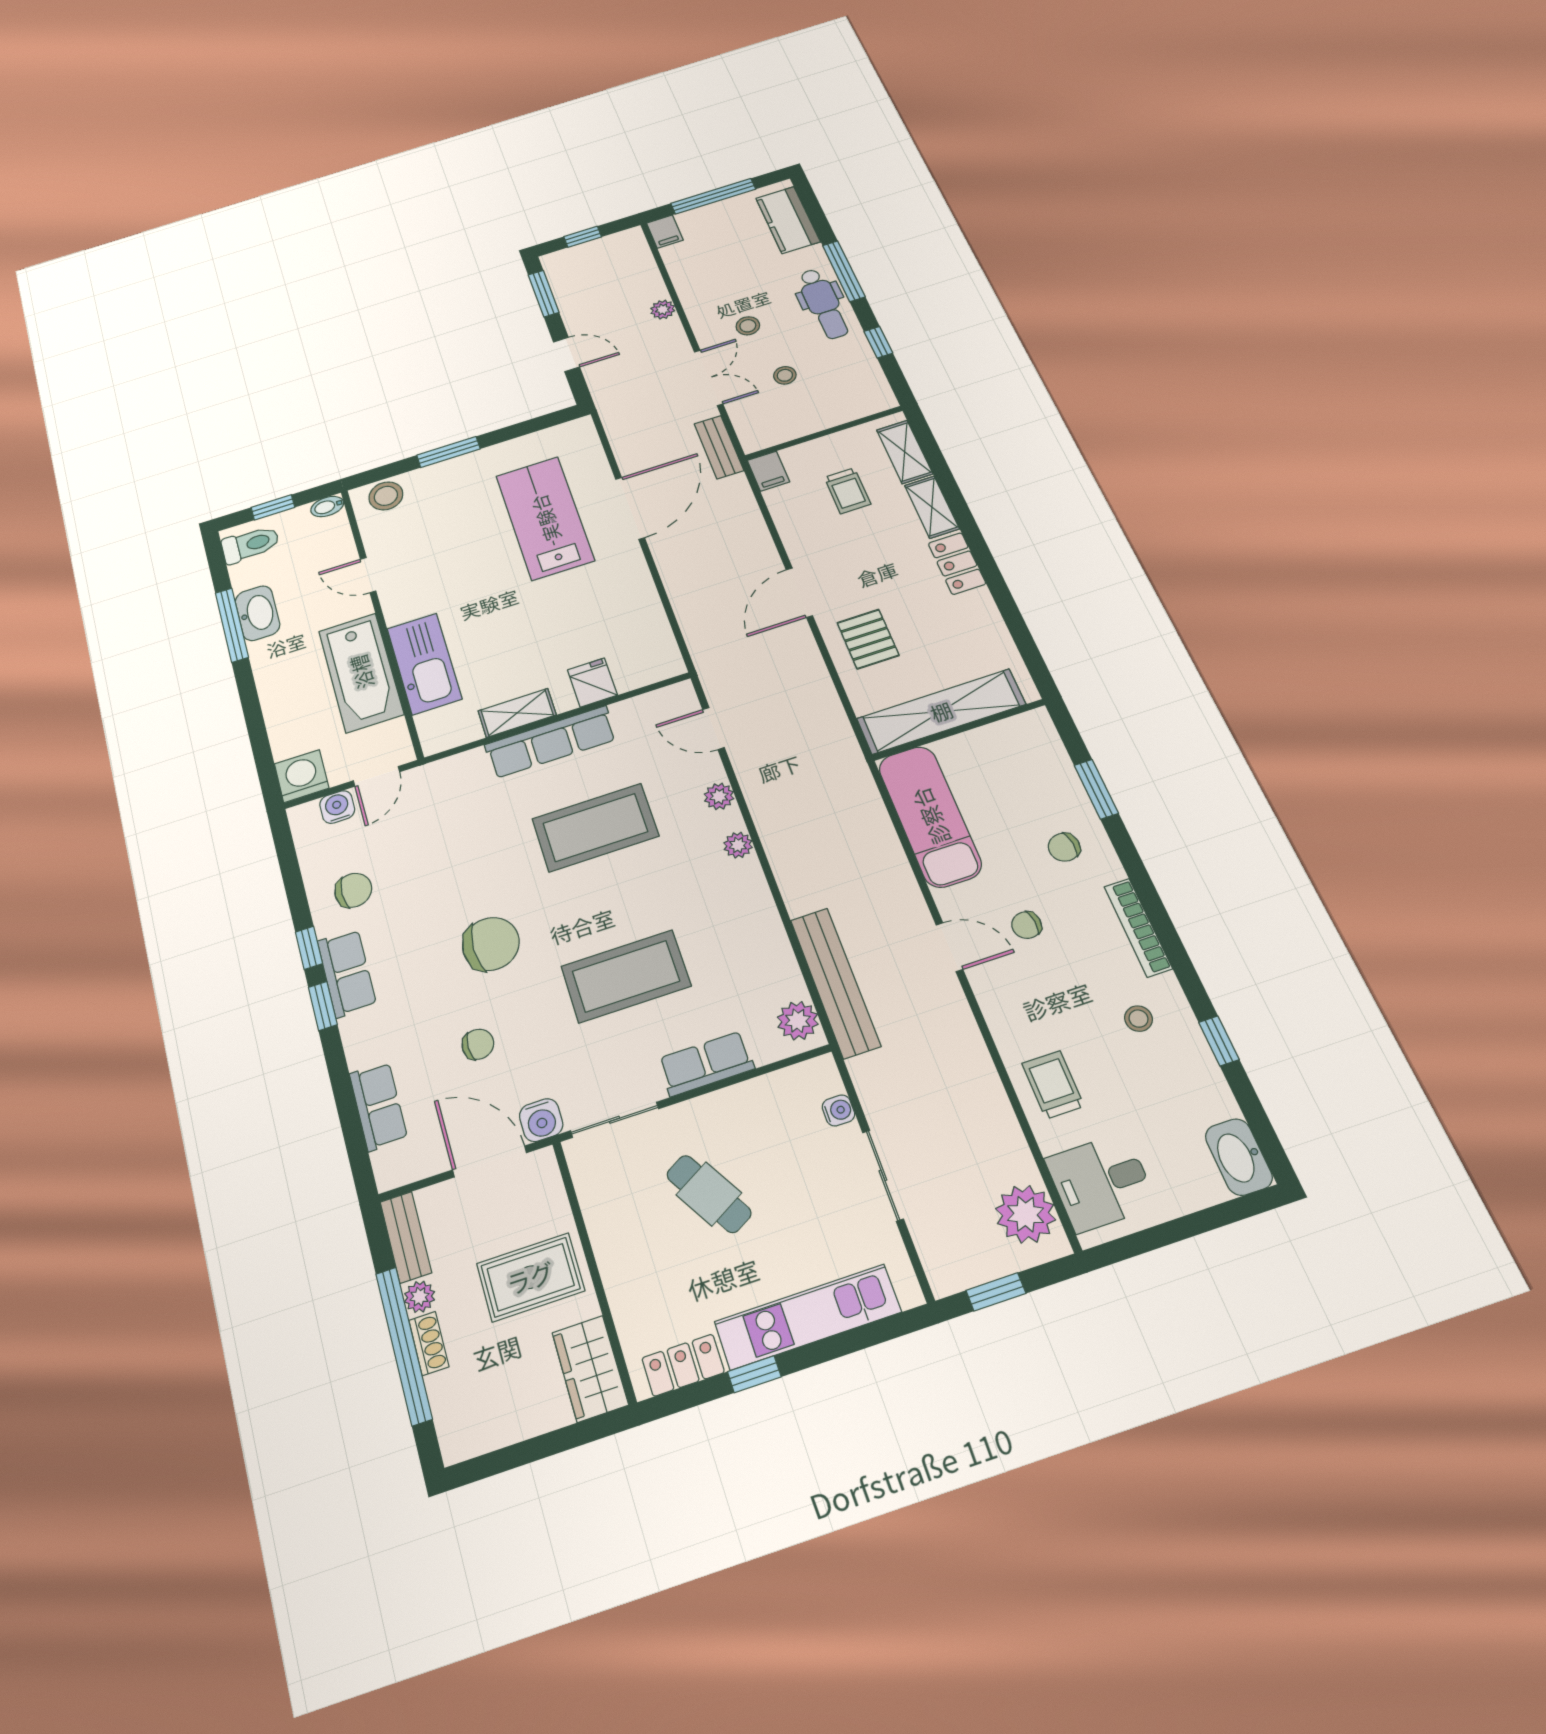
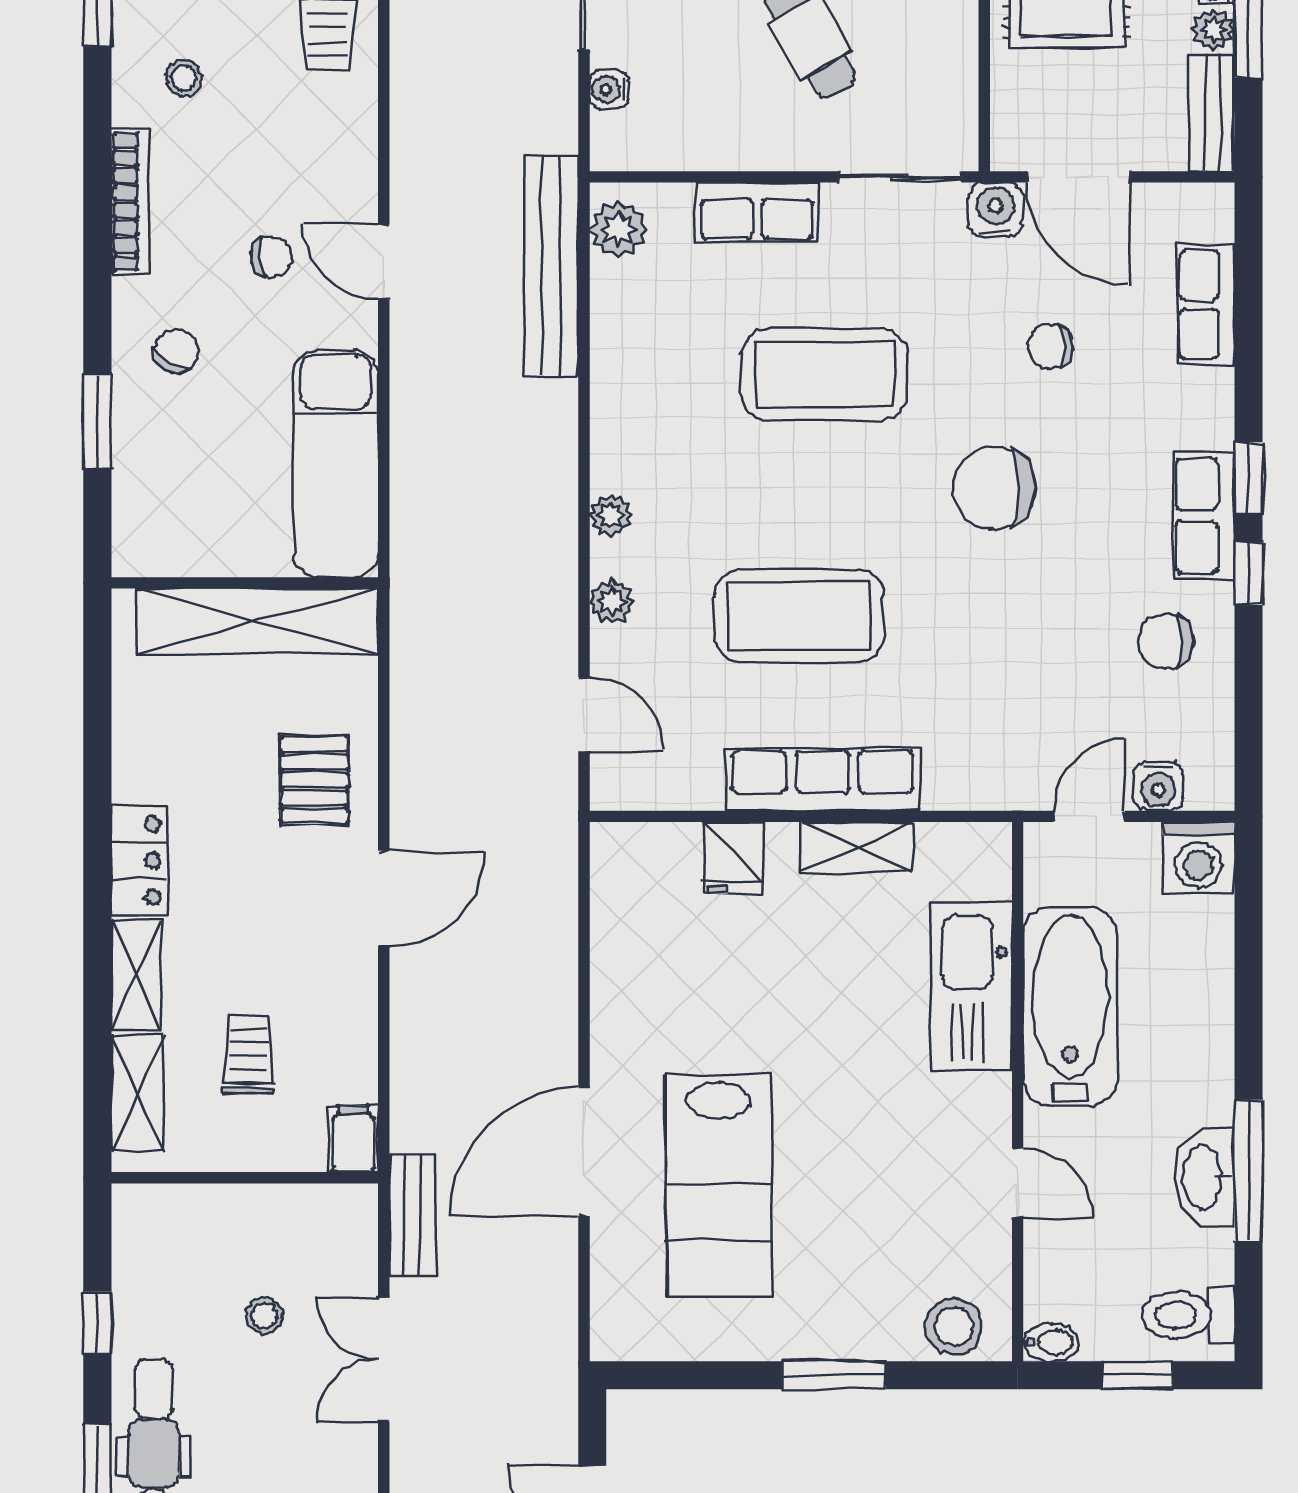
stool: (748, 326) -> (287, 1441), removed
chair: (1064, 847) -> (176, 351), turned -52

